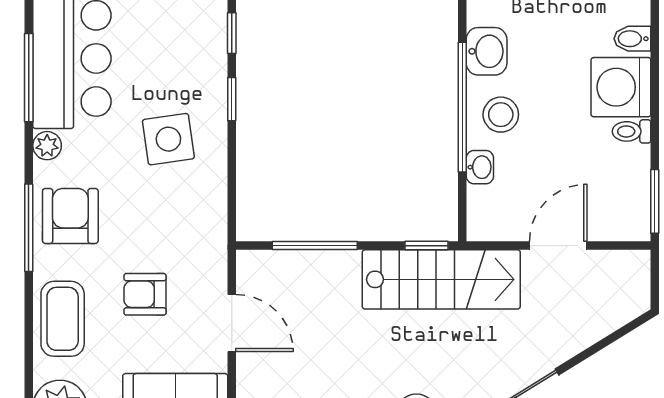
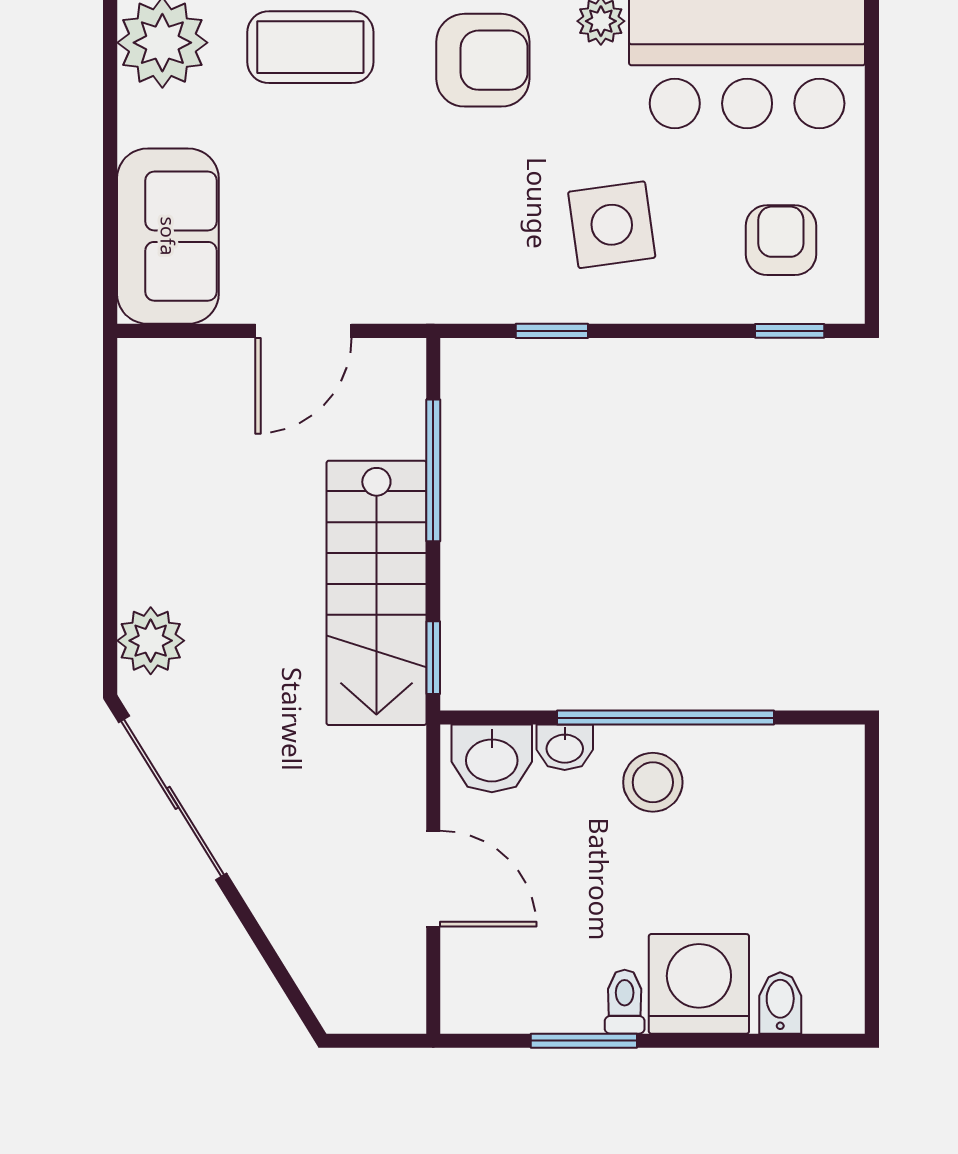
washbasin: (487, 51) -> (492, 758), moved
window: (232, 99) -> (552, 331), moved
window: (655, 201) -> (584, 1041), moved
stairs: (441, 279) -> (376, 593), moved
armchair: (145, 294) -> (781, 240), moved

